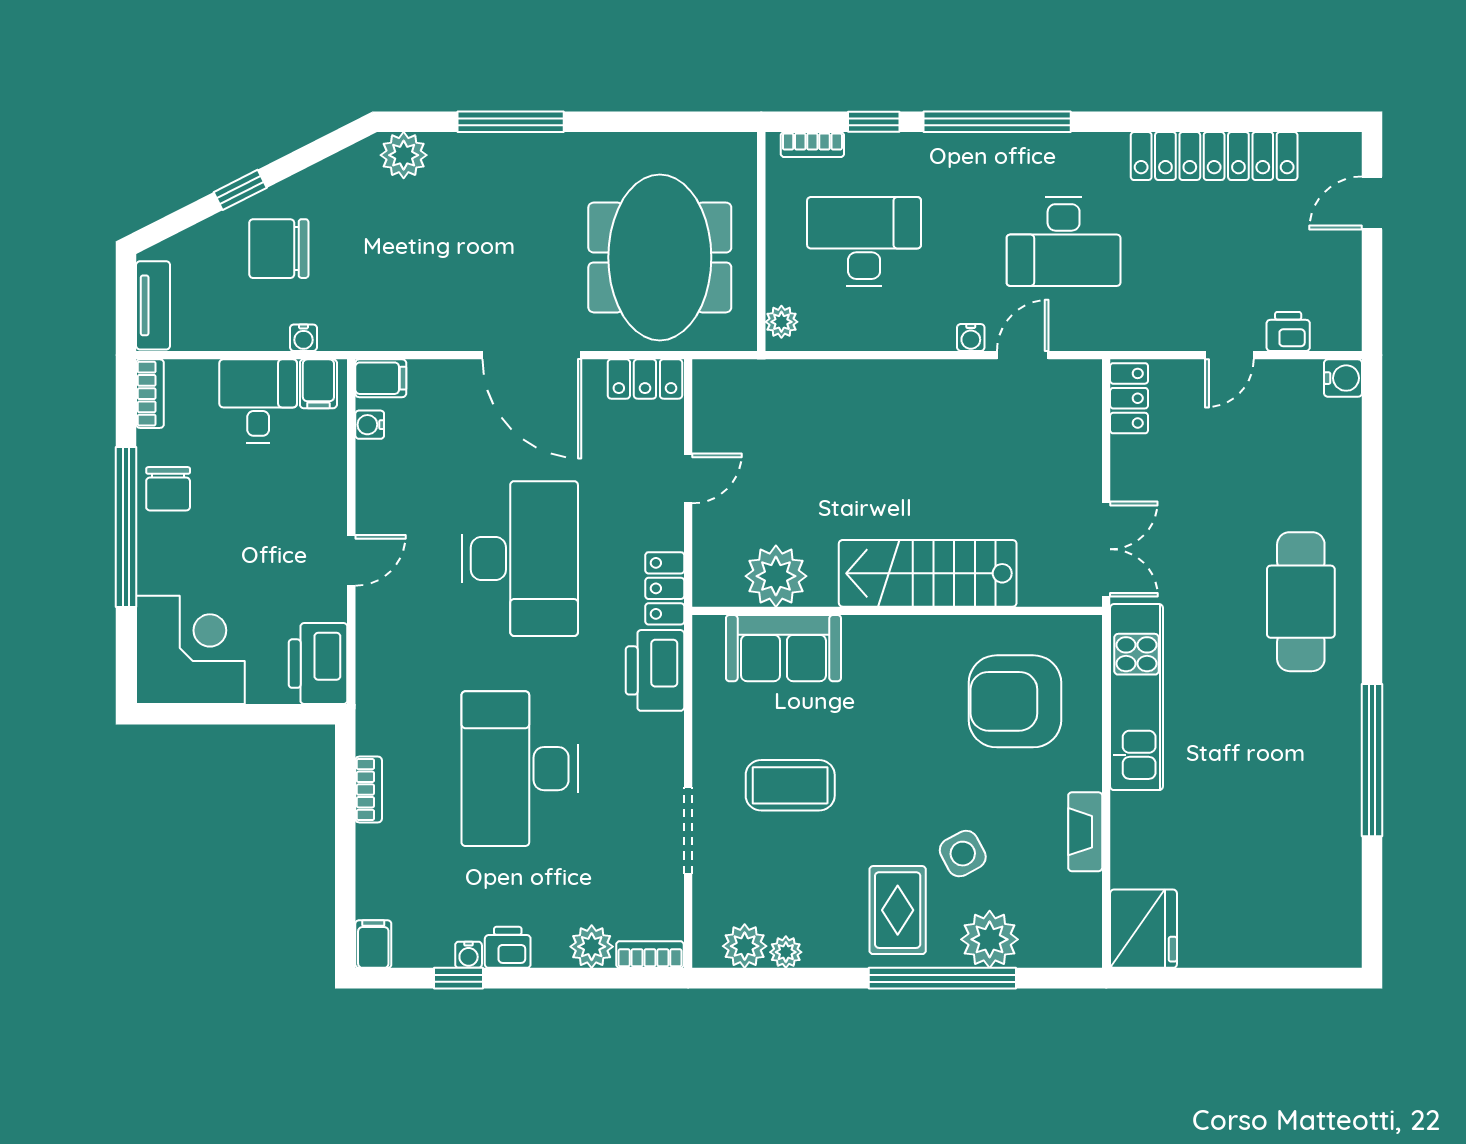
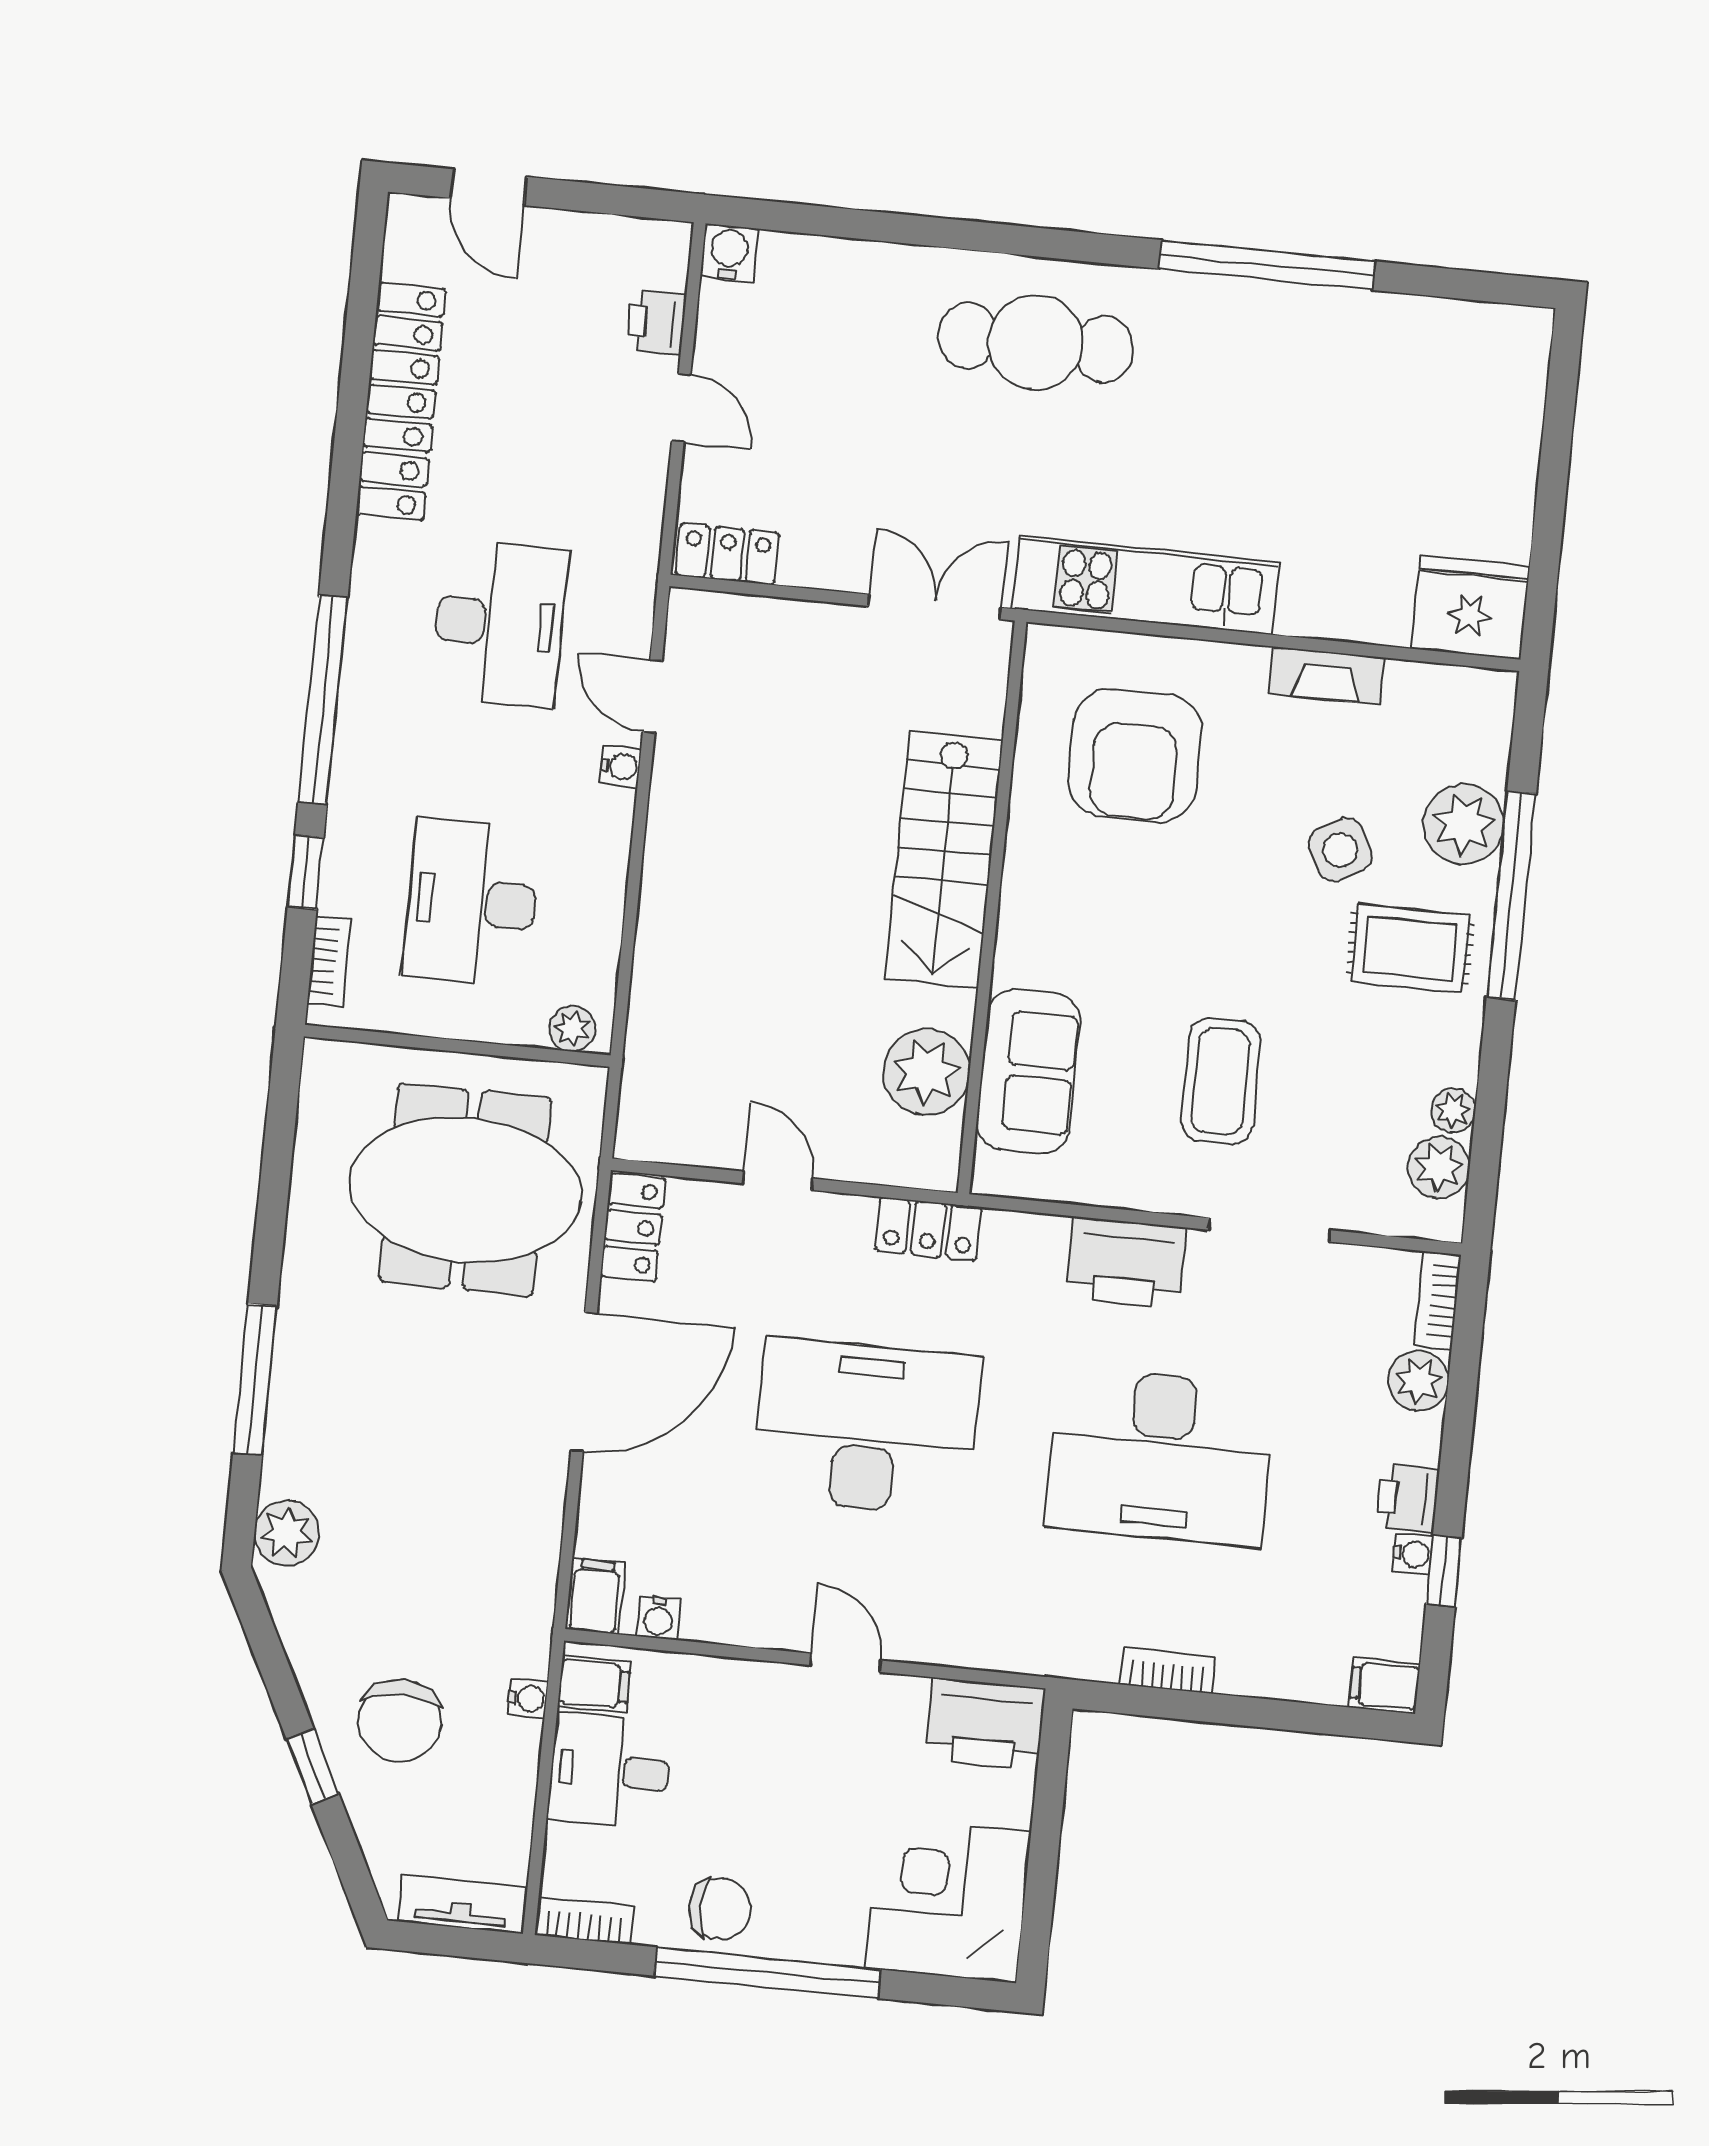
printer: (655, 670) -> (1126, 1262), moved

